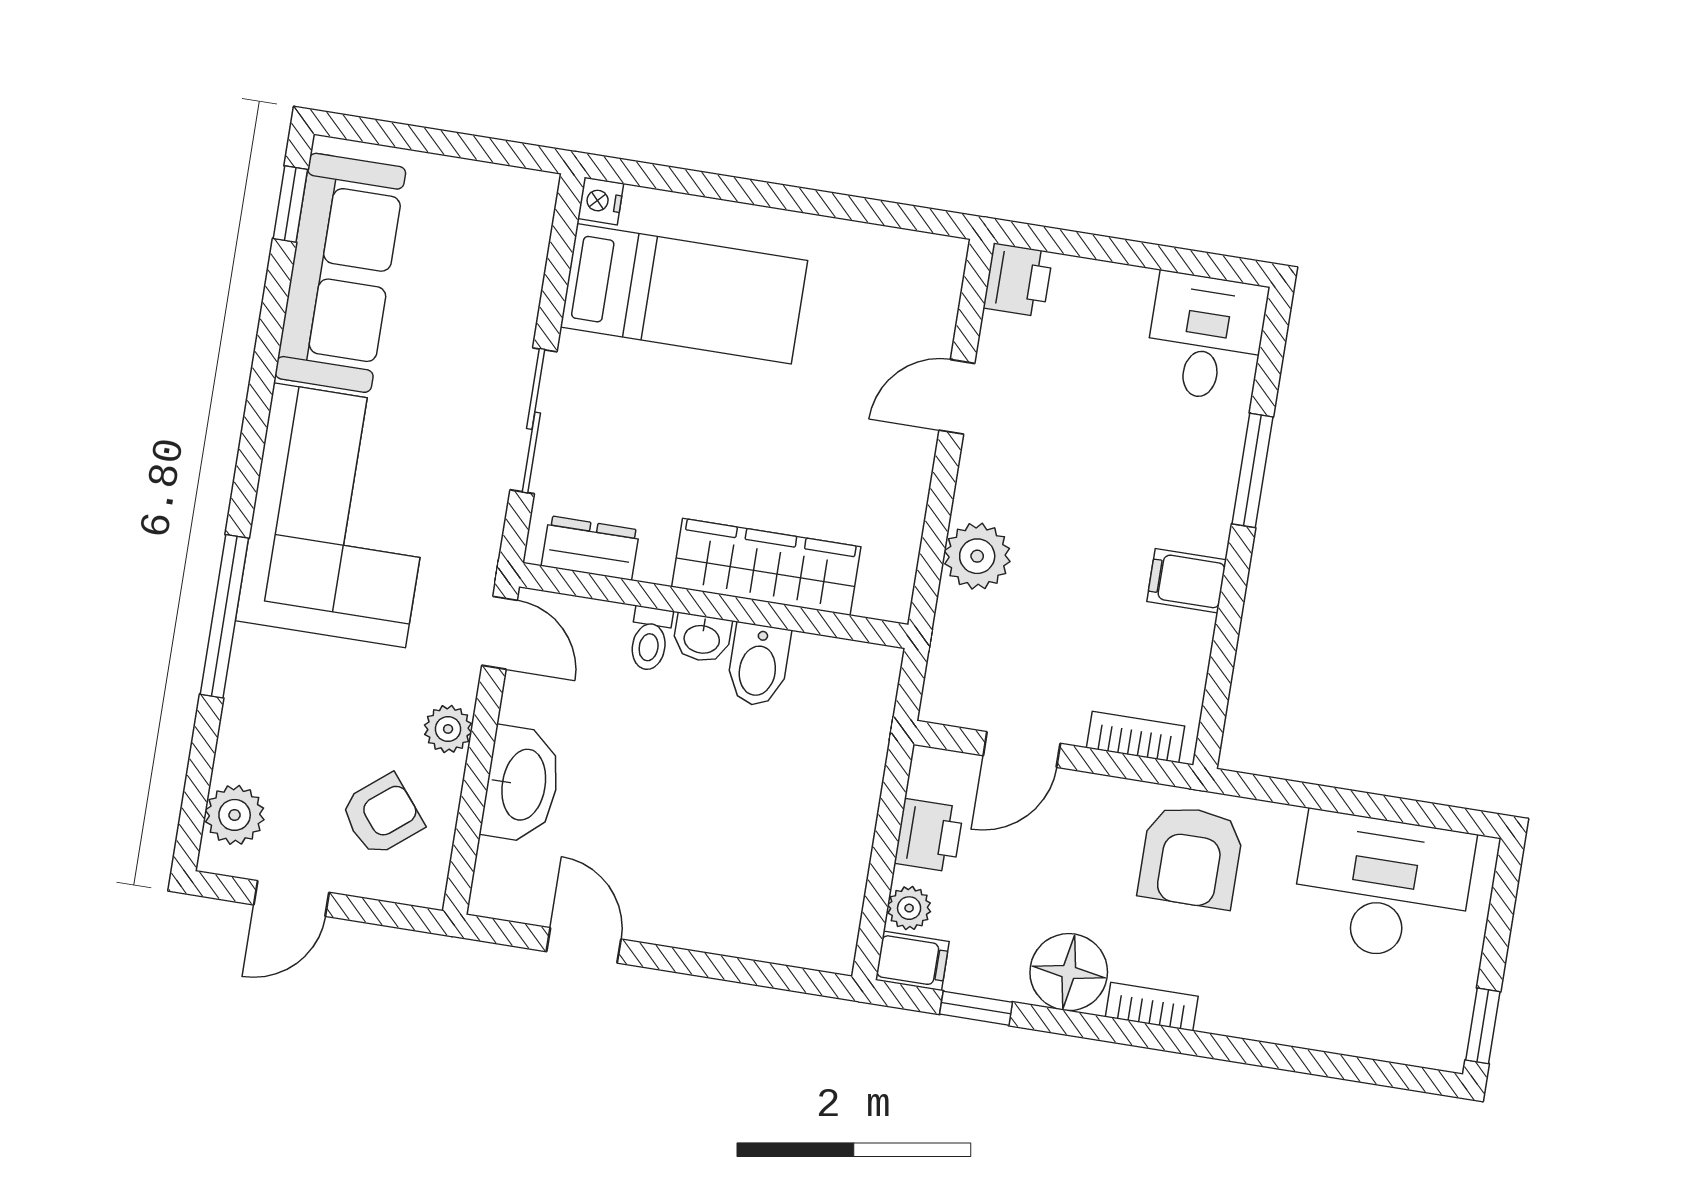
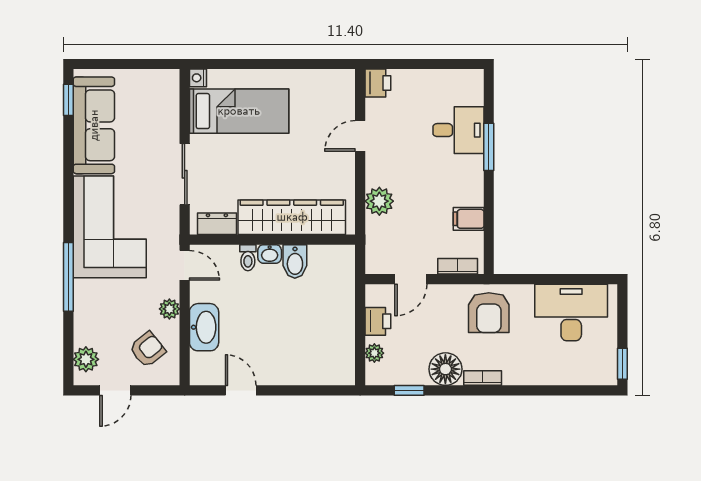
desk: (1206, 337) -> (458, 130), moved, turned 90
wardrobe: (766, 567) -> (292, 217), width x1.40, depth x1.17
filing cabinet: (1187, 581) -> (469, 219), moved
filing cabinet: (912, 961) -> (379, 375), removed

